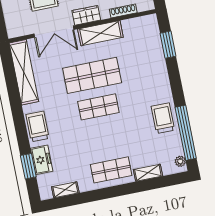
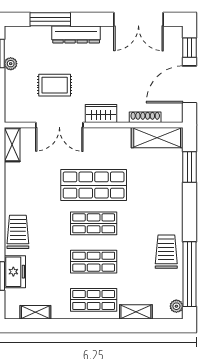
shelving: (100, 33) -> (157, 138), moved
shelving: (24, 72) -> (12, 145), width x0.45, depth x0.75
shop shelf: (105, 138) -> (94, 262), added

